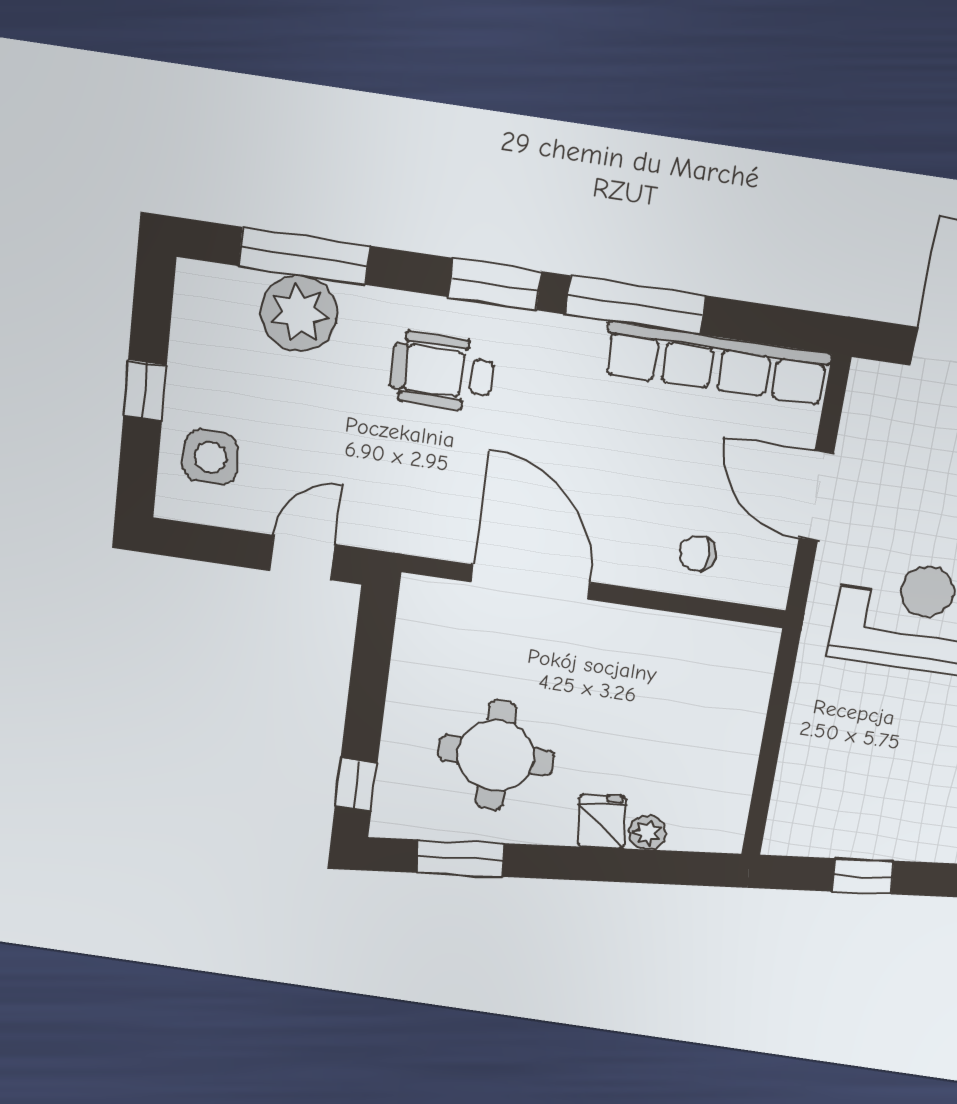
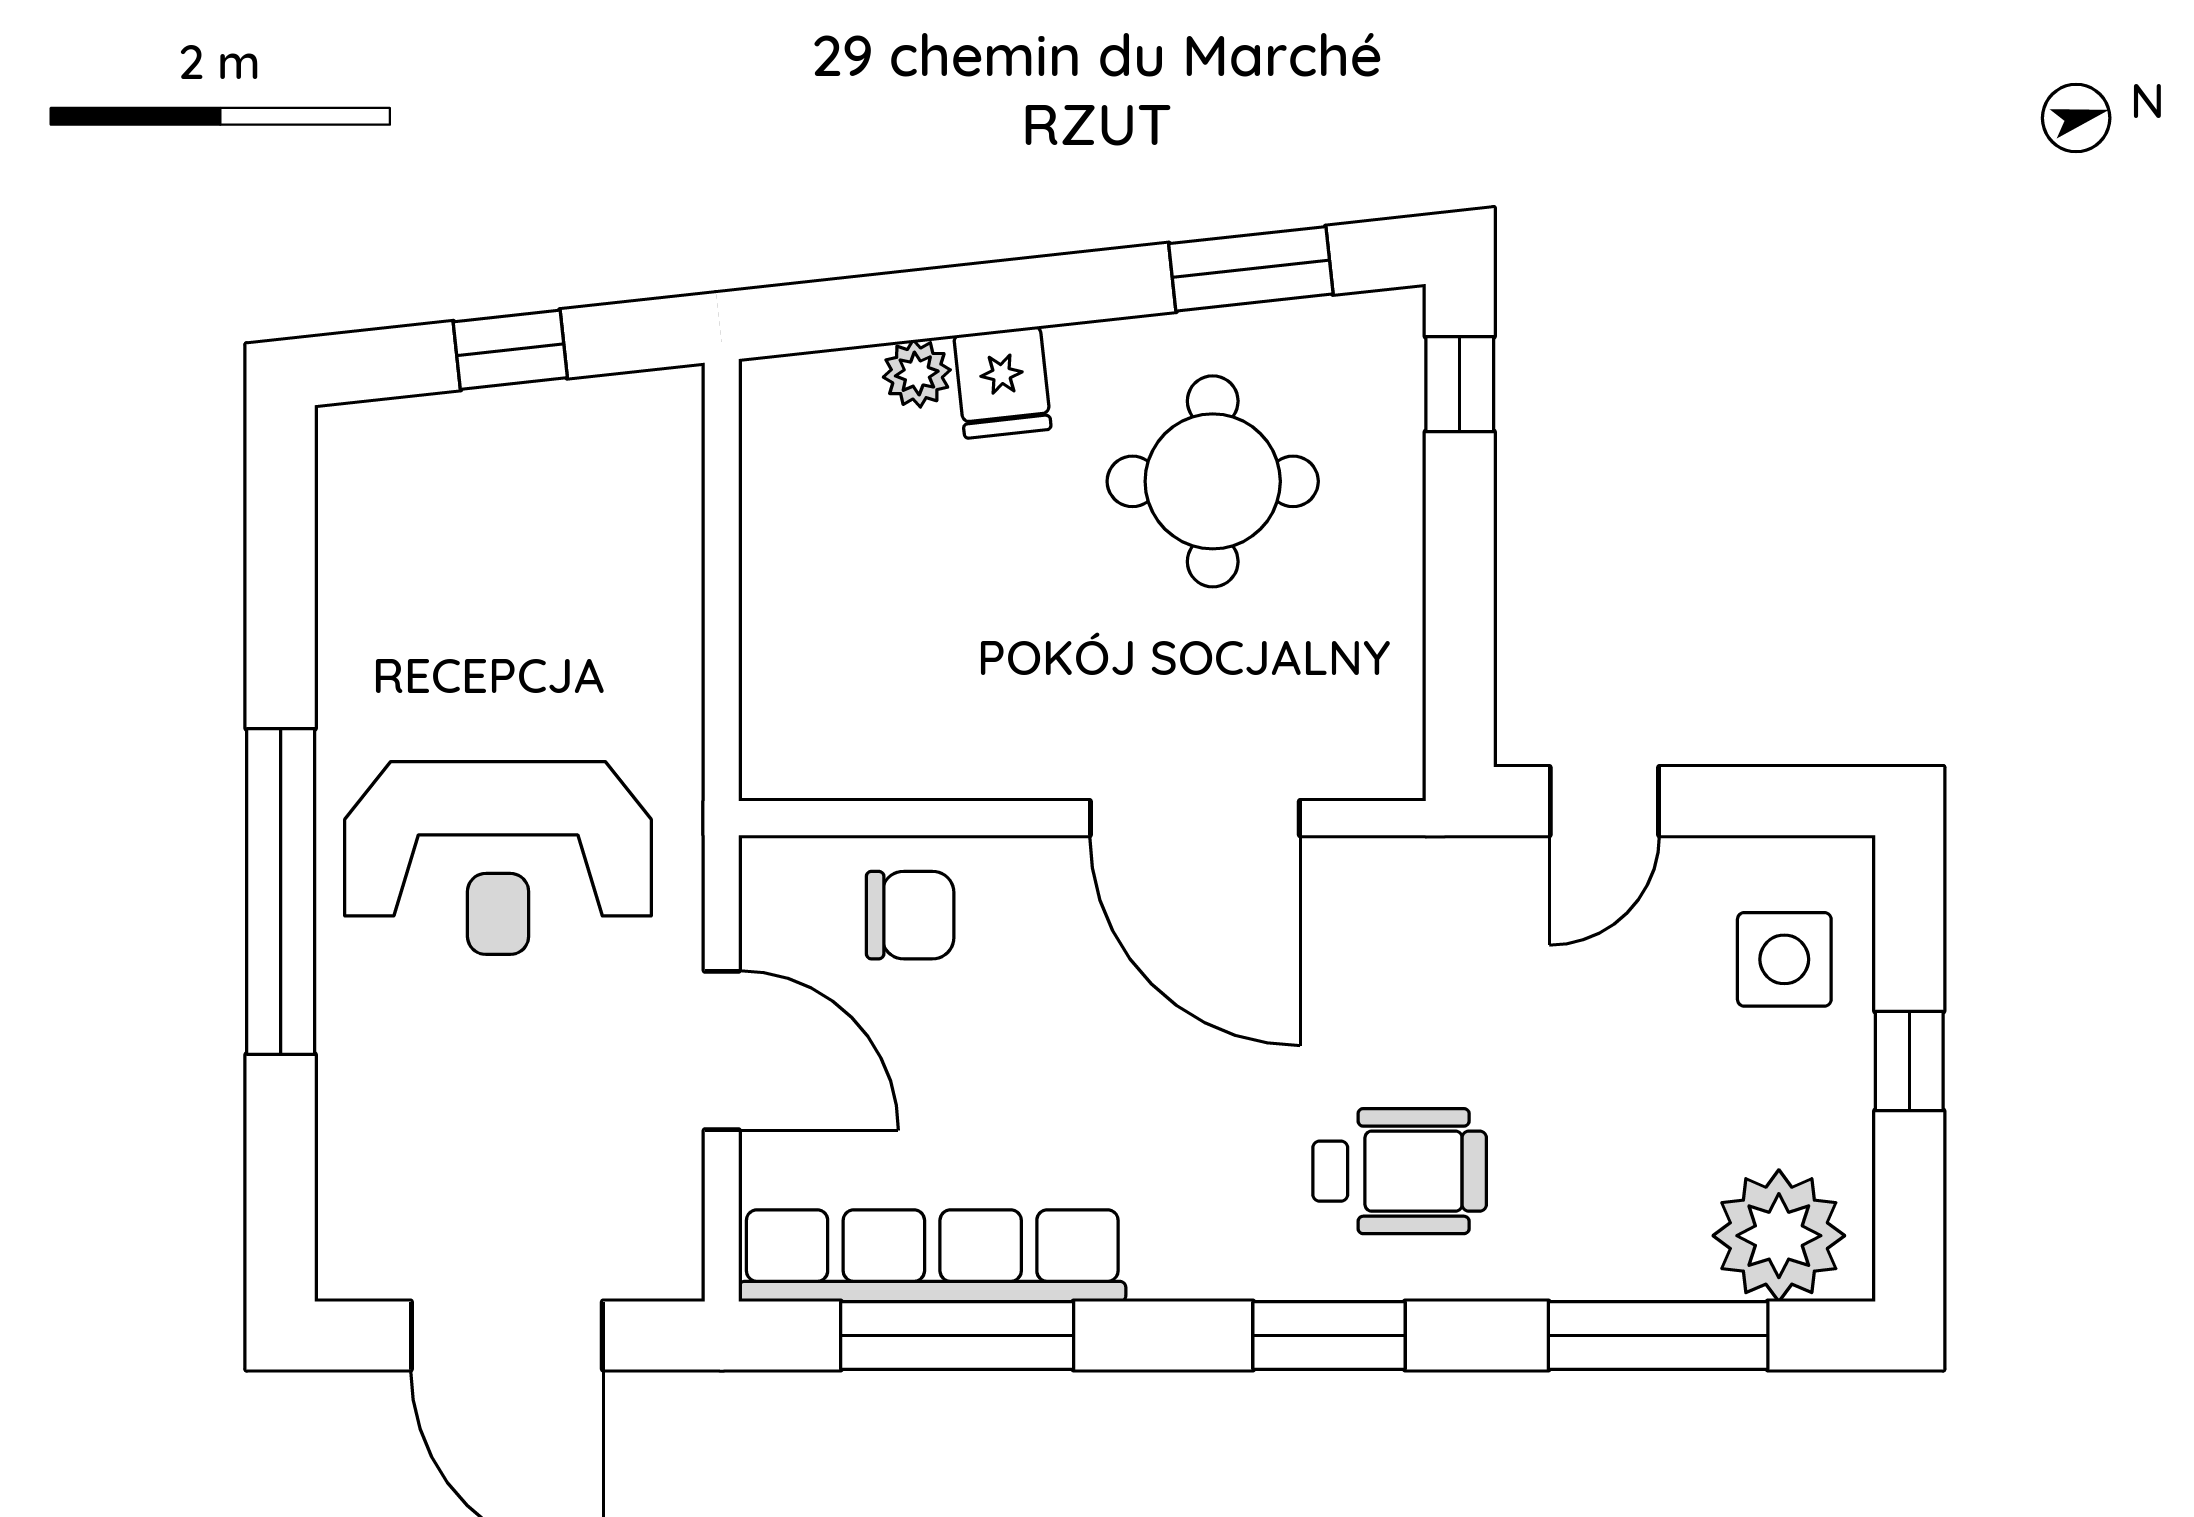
window: (635, 305) -> (957, 1335), moved
plant: (299, 313) -> (1779, 1236), moved
chair: (698, 554) -> (910, 915), width x1.37, depth x1.37

